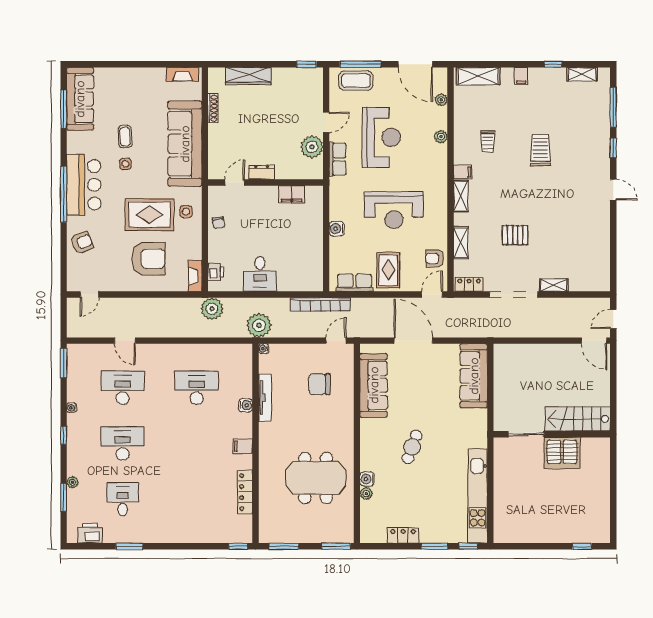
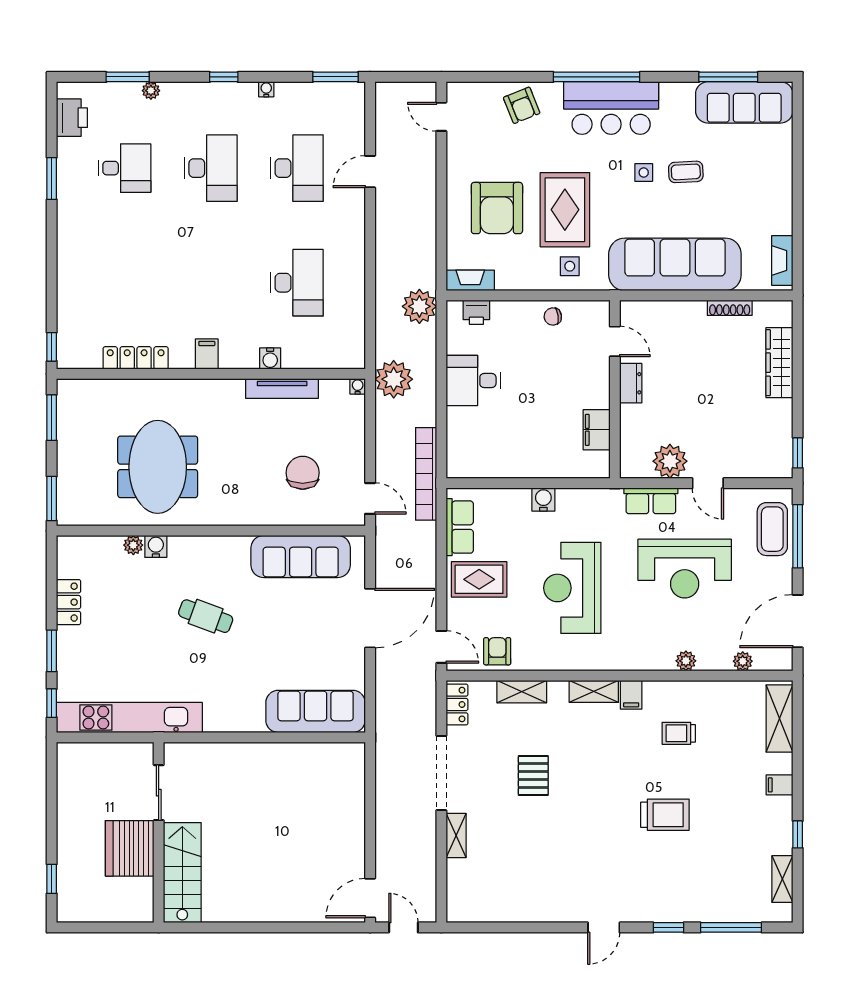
stairs: (578, 419) -> (182, 873), moved
sliding door: (526, 434) -> (159, 793), moved
wall: (552, 434) -> (159, 832), moved
server rack: (562, 453) -> (130, 848), moved

